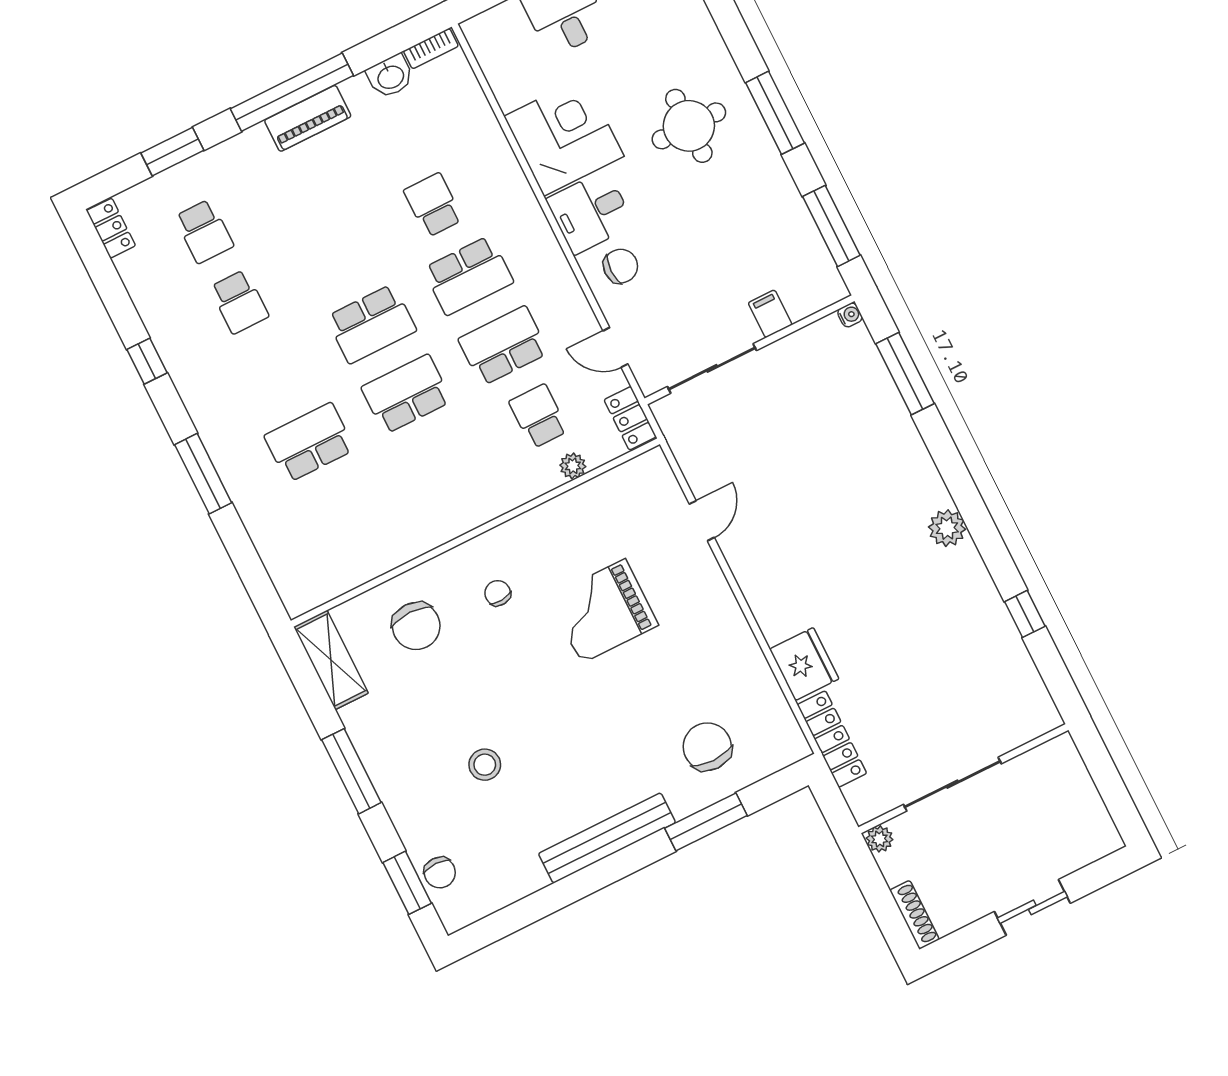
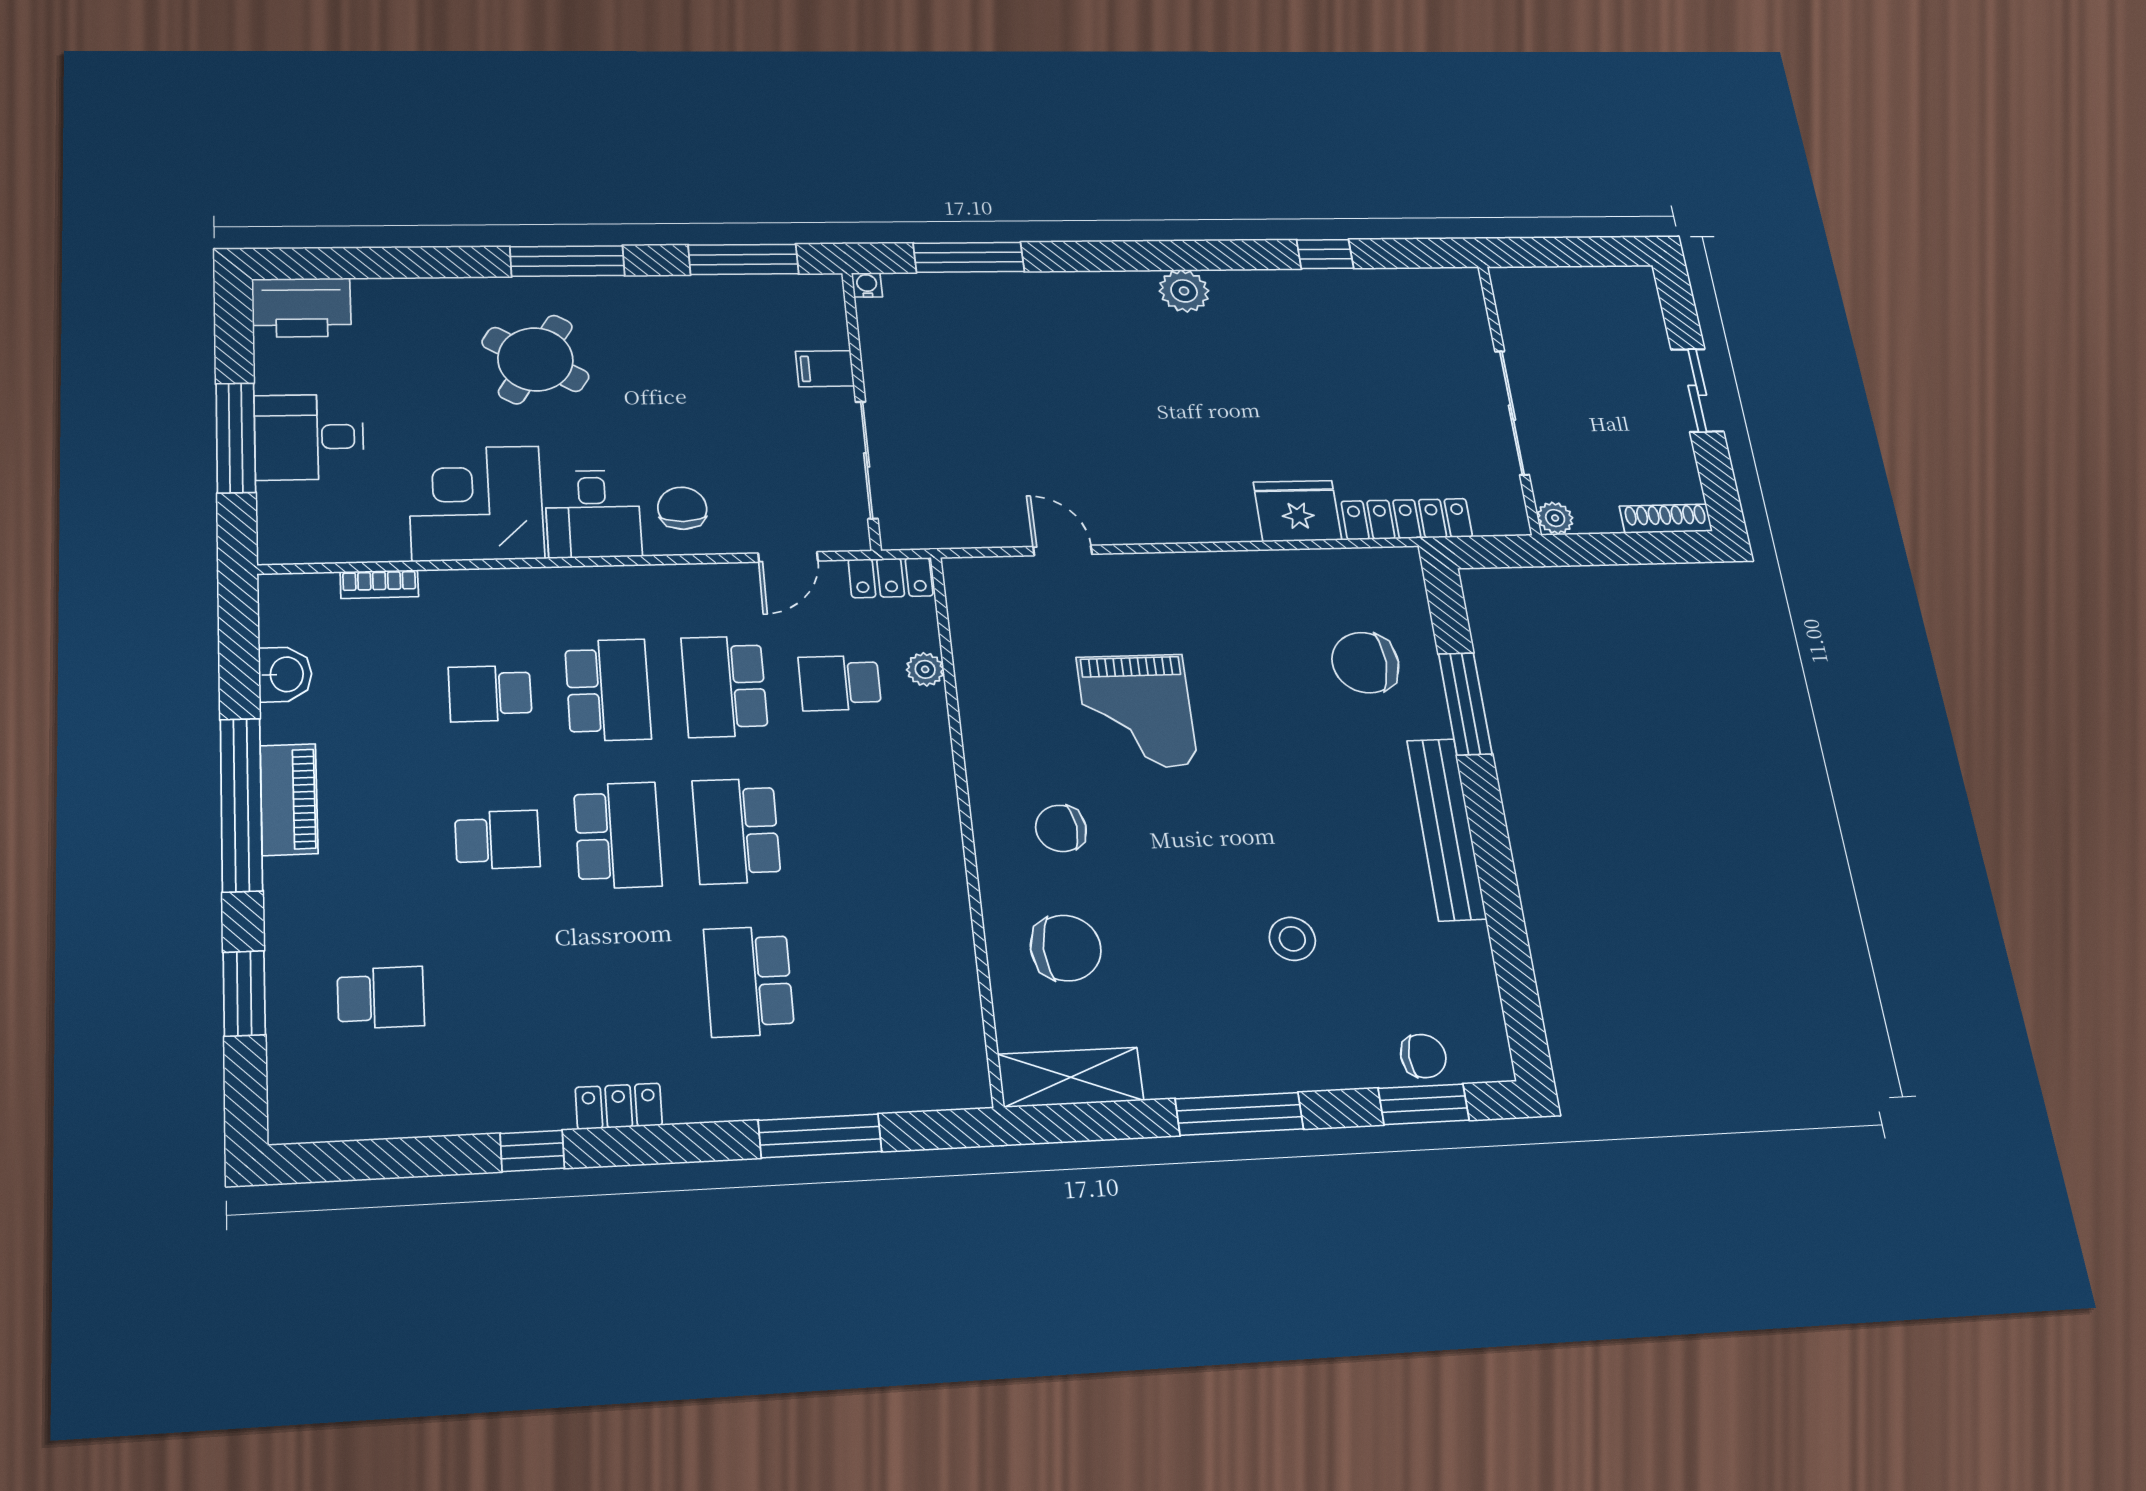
bookcase: (431, 49) -> (379, 584), moved, turned 90
round table: (689, 126) -> (535, 359), turned 32
locker: (111, 228) -> (619, 1106), moved
school desk: (239, 302) -> (497, 840), moved
window: (203, 474) -> (820, 1136), moved
chair: (498, 593) -> (1061, 828), width x1.37, depth x1.37

